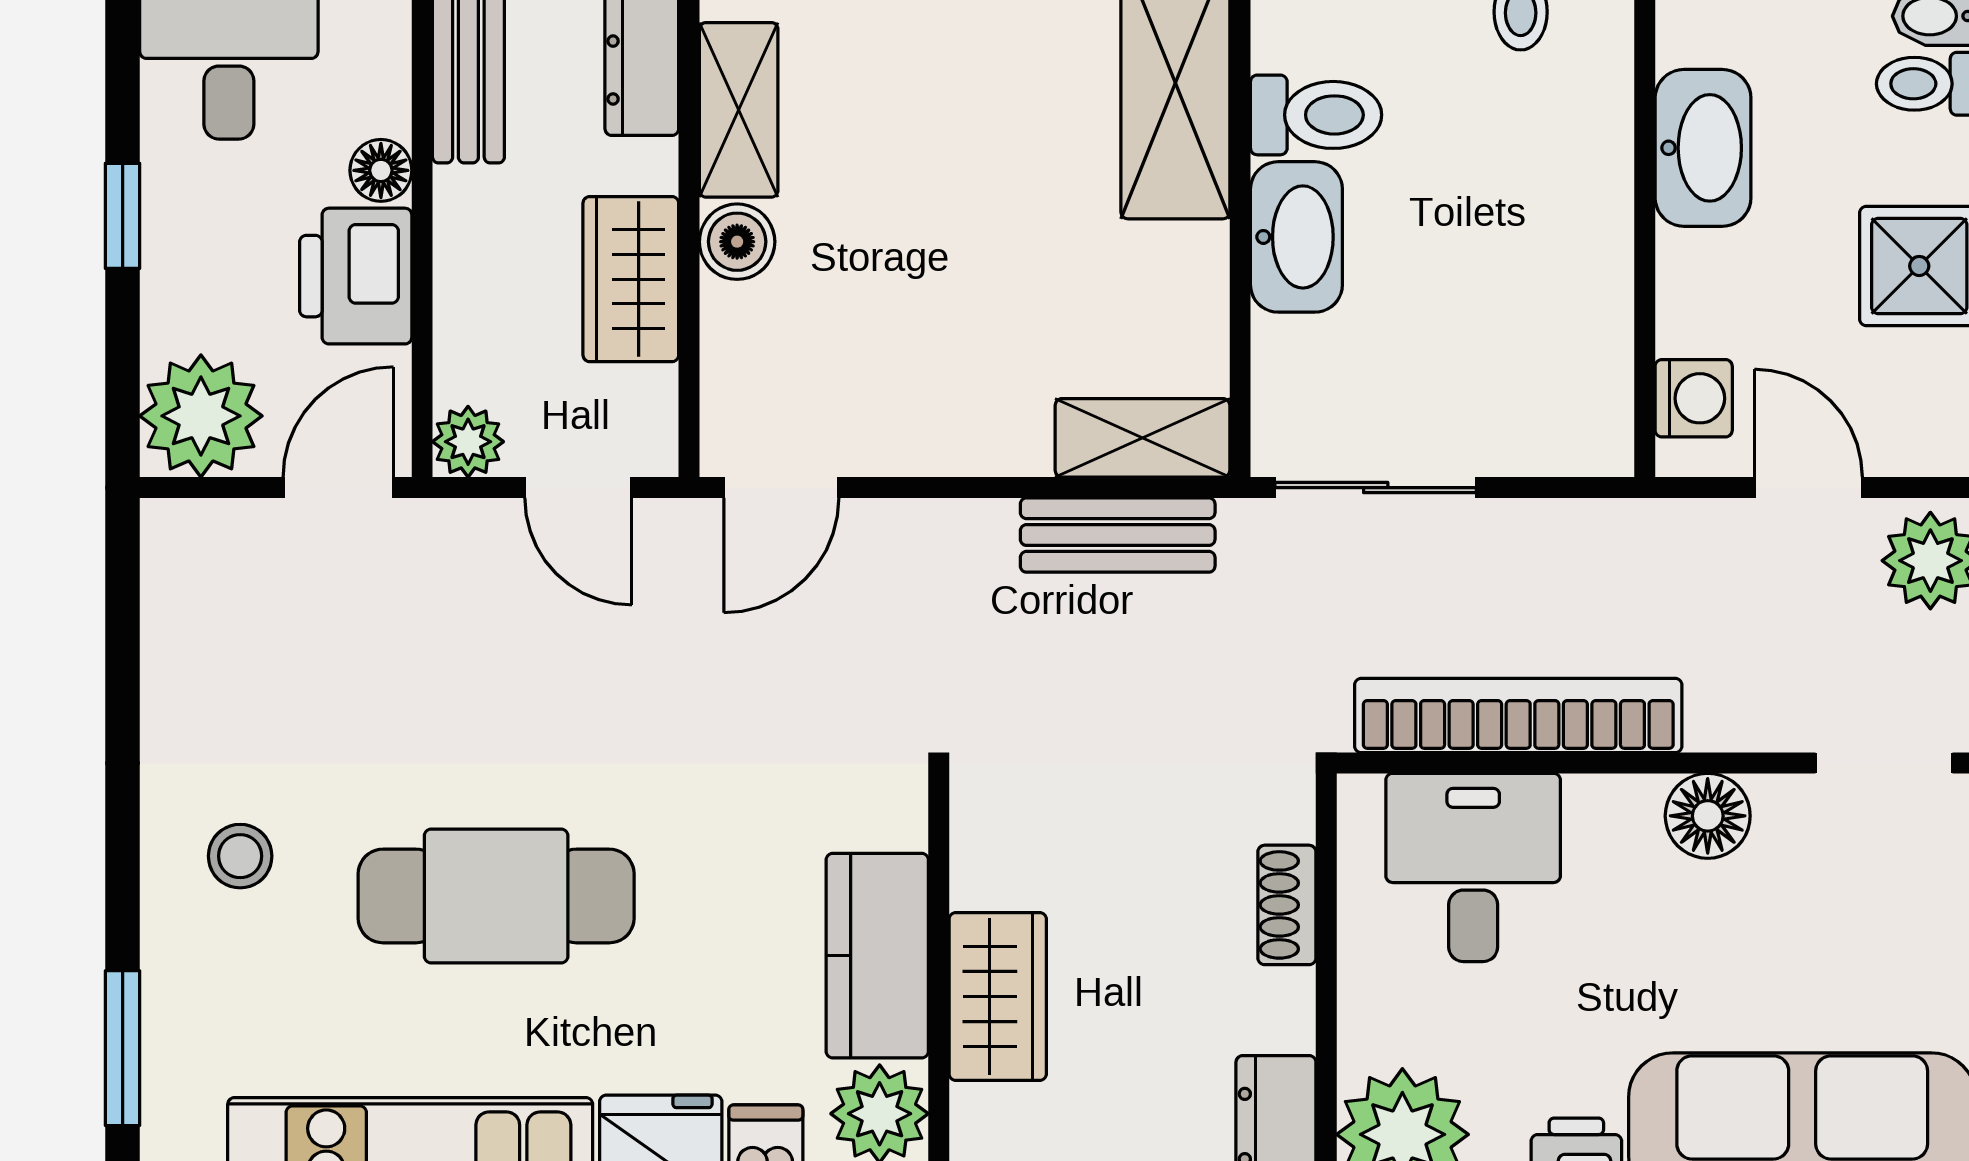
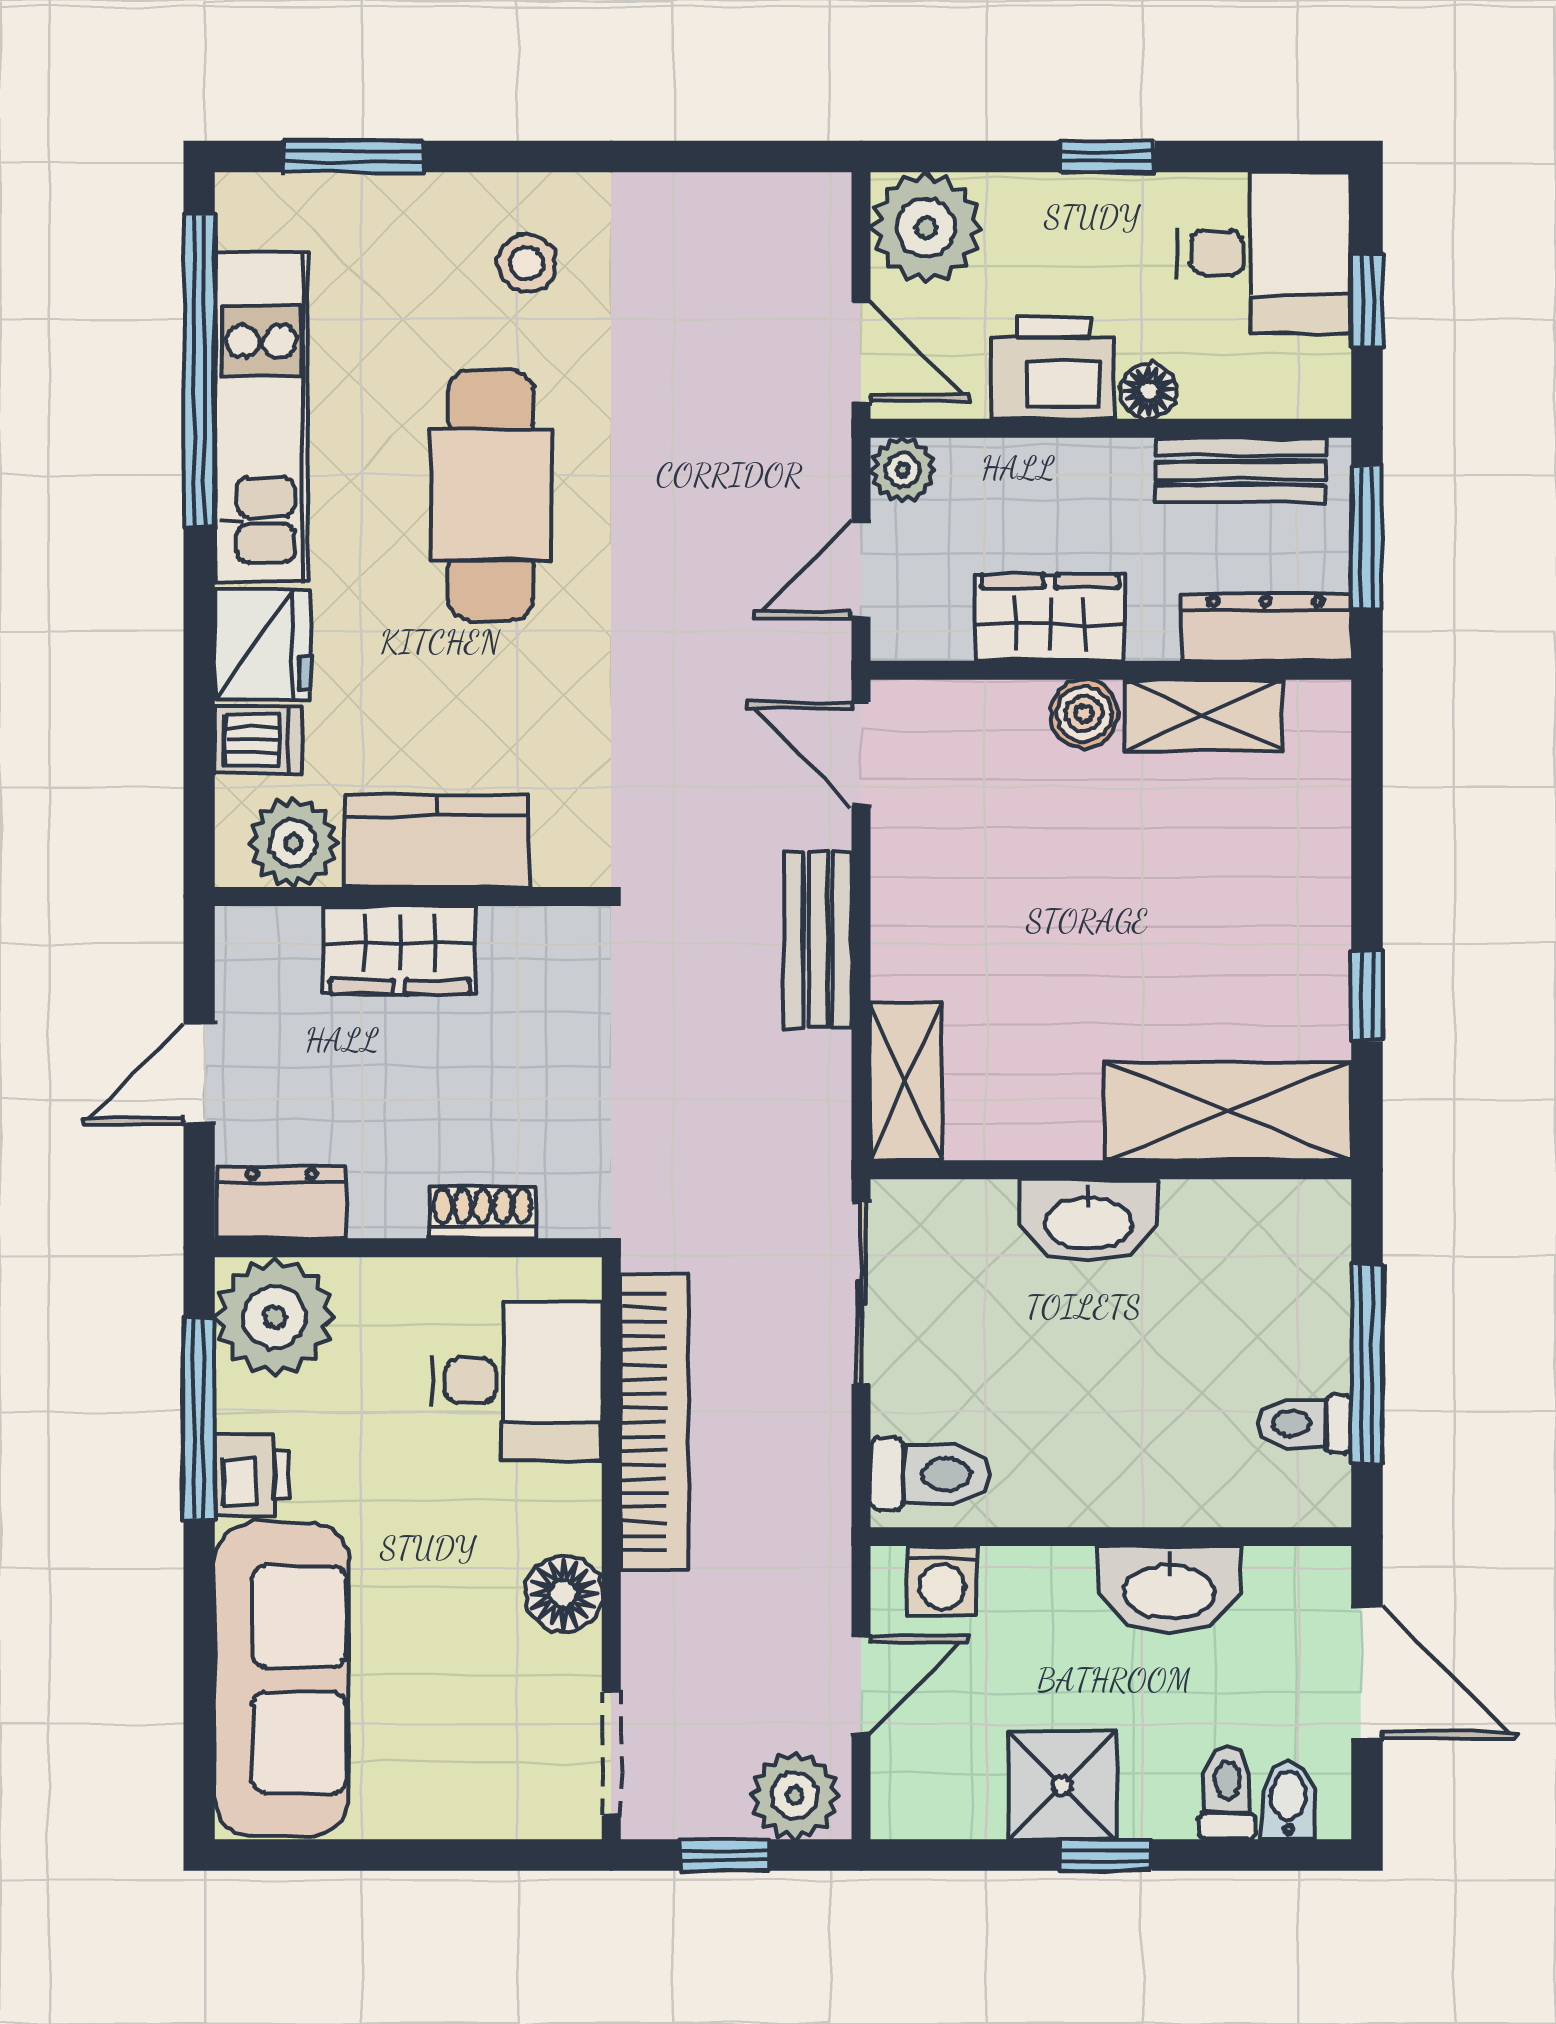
toilet: (1316, 115) -> (930, 1475), moved, turned -90
bench: (1118, 535) -> (818, 939), moved

